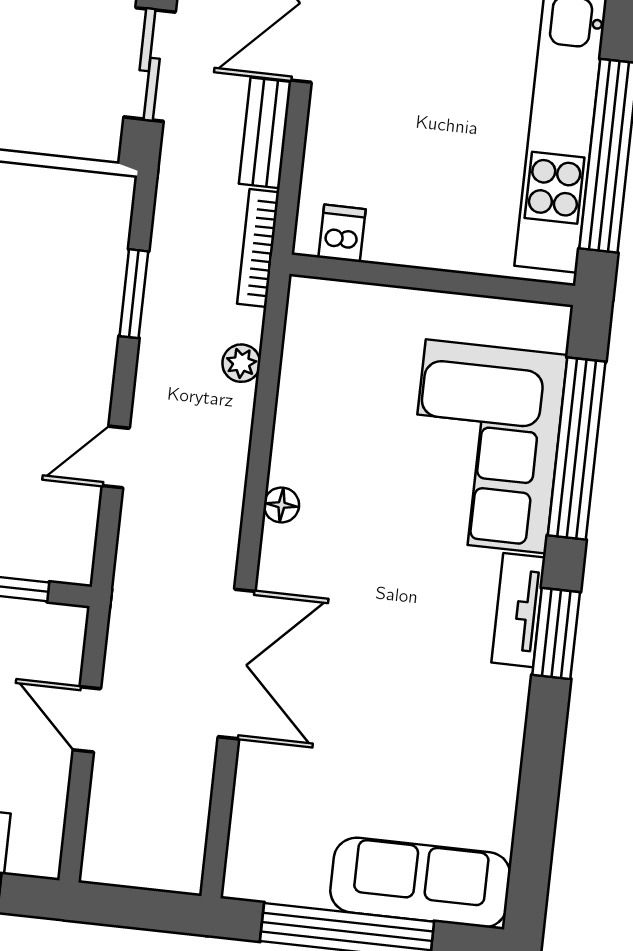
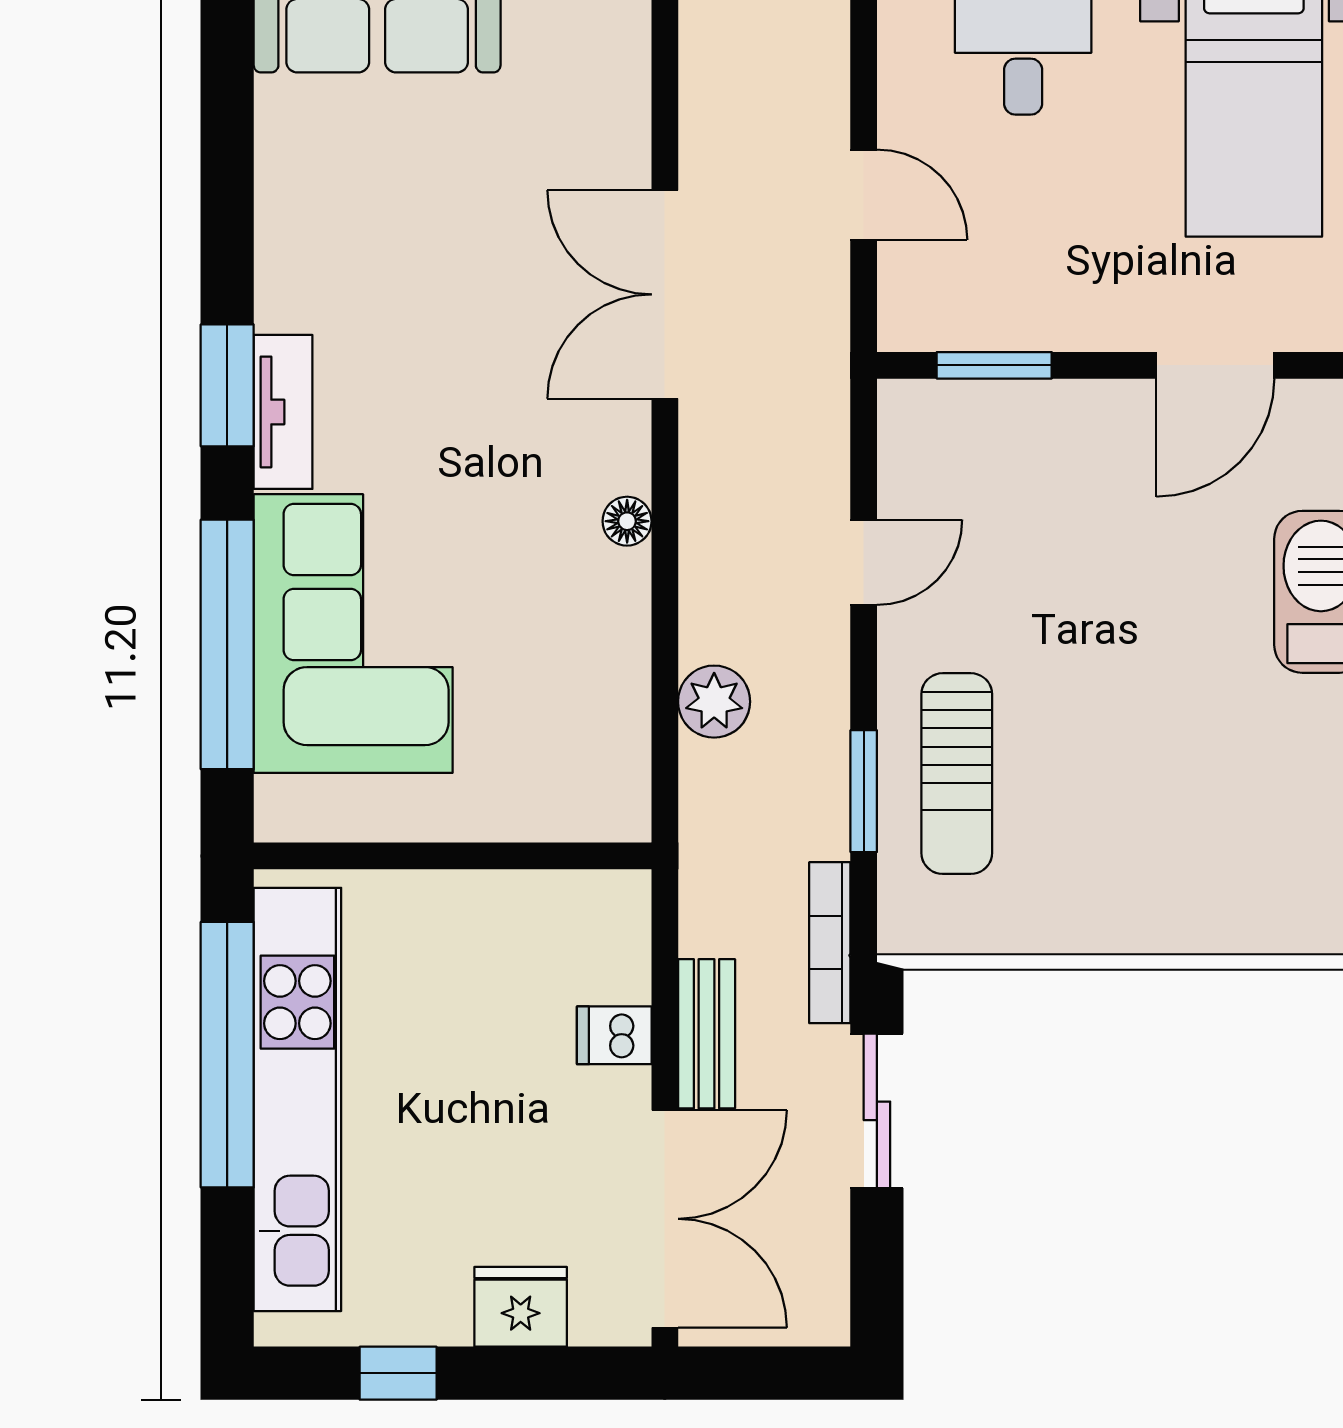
dishwasher: (342, 233) -> (614, 1035), moved, turned 90
bookcase: (258, 248) -> (830, 943), moved, turned 180
sun lounger: (66, 299) -> (957, 774), added
plant: (241, 363) -> (714, 702), width x1.38, depth x1.38

